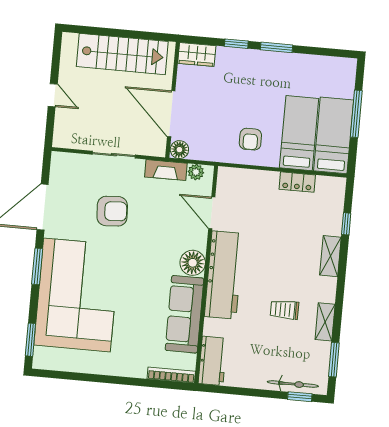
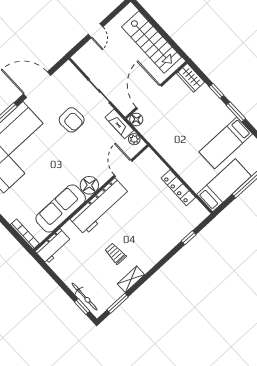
bed: (299, 133) -> (226, 143), moved, turned 180
armchair: (250, 139) -> (178, 148), removed
locker: (297, 182) -> (178, 188), width x1.53
shelving: (330, 256) -> (165, 247), removed

